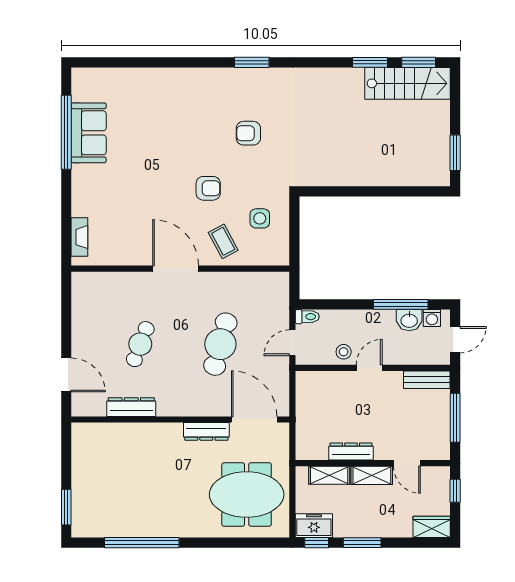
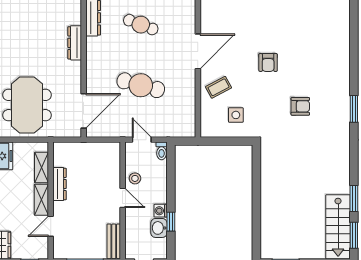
armchair: (248, 133) -> (300, 106), turned 90
armchair: (208, 188) -> (268, 62), moved
window: (401, 304) -> (171, 222), width x0.46
washing machine: (432, 318) -> (161, 211), moved
dresser: (206, 431) -> (75, 43), moved

